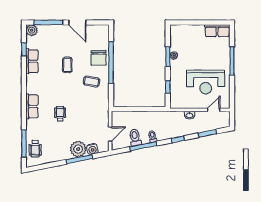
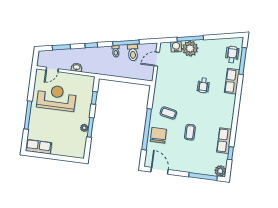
door: (77, 22) -> (160, 171), moved
row of seats: (32, 106) -> (232, 81), moved

